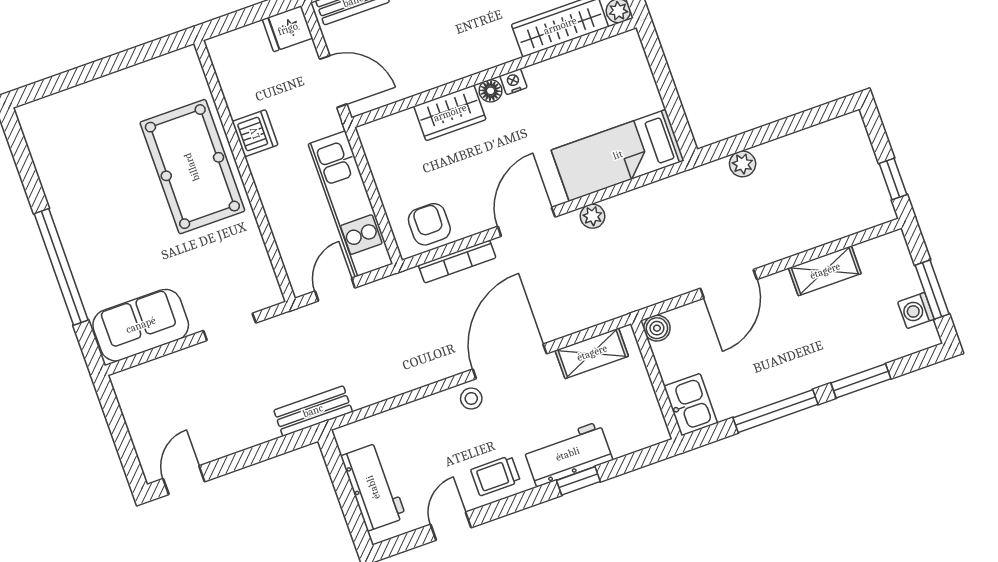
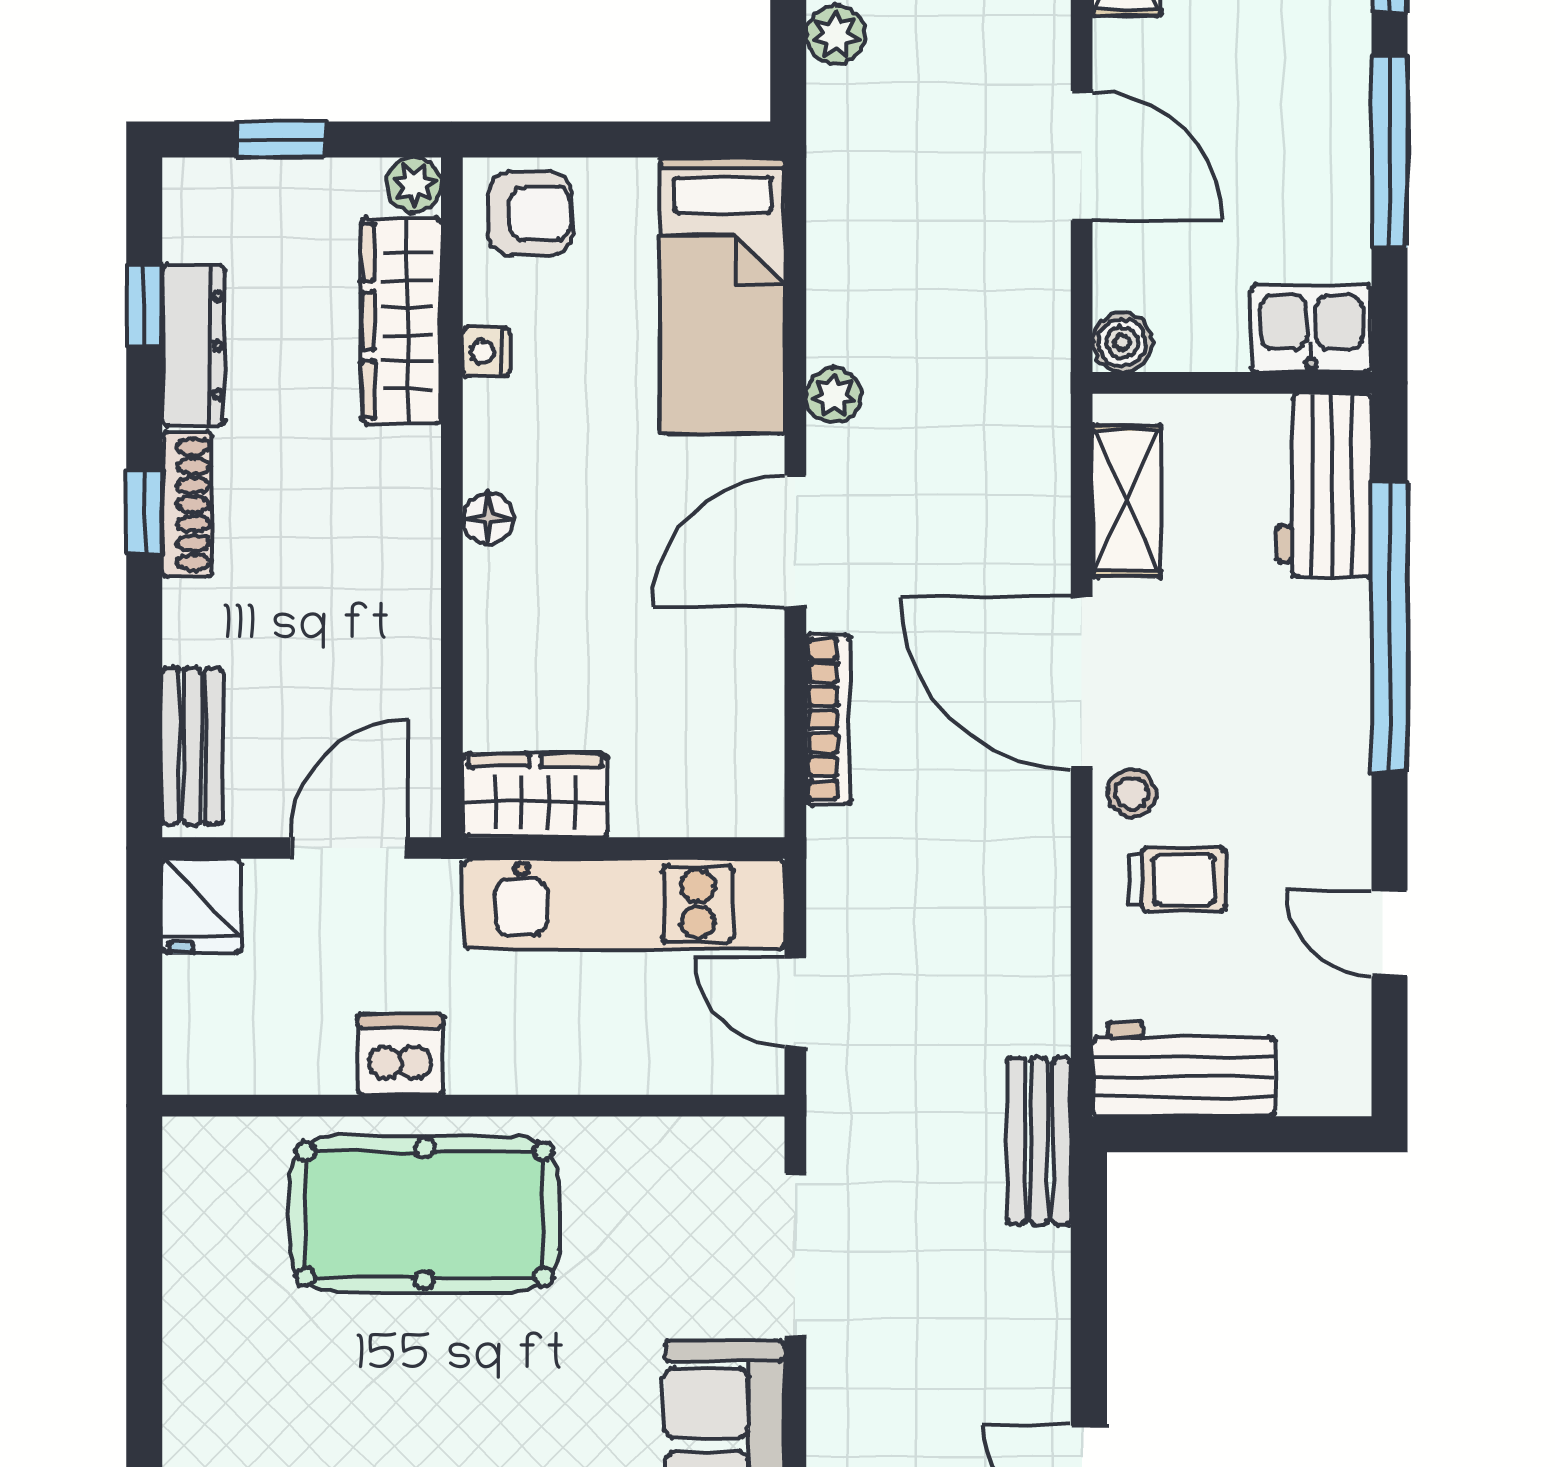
nightstand: (513, 82) -> (486, 352), moved
wardrobe: (450, 113) -> (535, 795), moved, turned -90
door: (526, 222) -> (795, 541), hinge flipped
armchair: (429, 224) -> (530, 213), moved, turned 180
doorway: (230, 327) -> (795, 1256), width x1.38
workbench: (568, 454) -> (1324, 485), moved
trolley: (496, 476) -> (1177, 880), moved, turned -90
window: (578, 481) -> (1389, 626), width x3.17
workbench: (373, 487) -> (1184, 1069), moved

